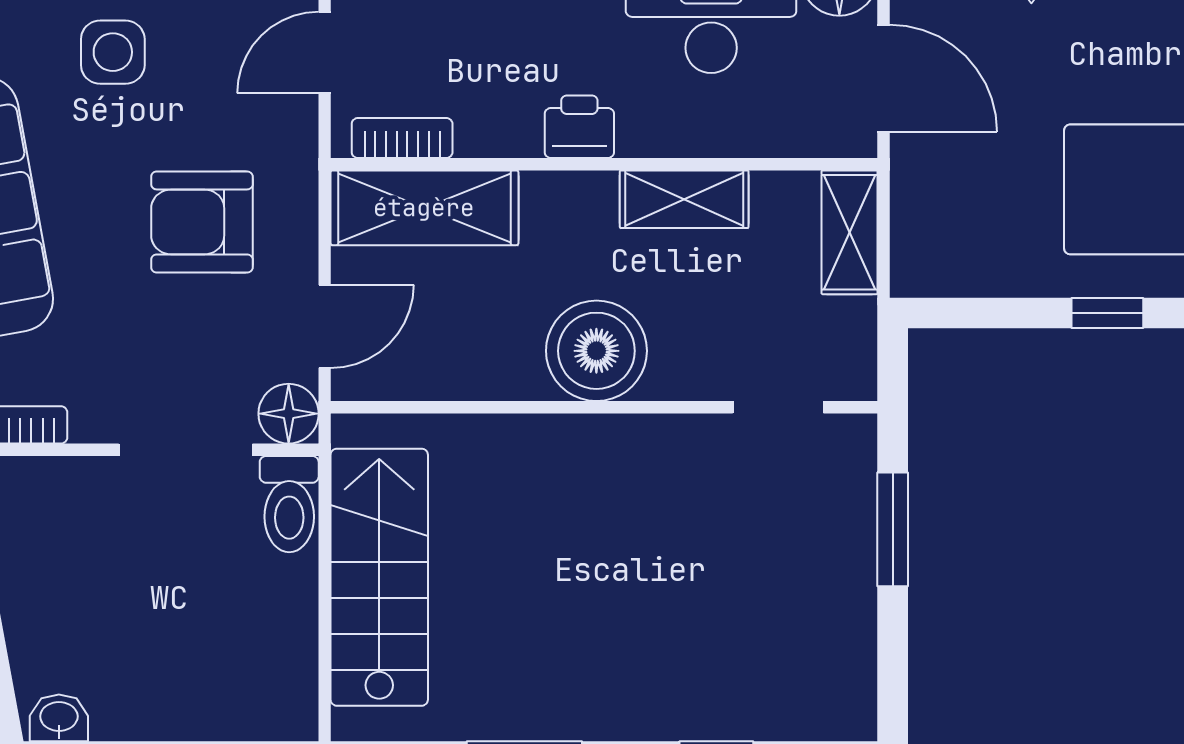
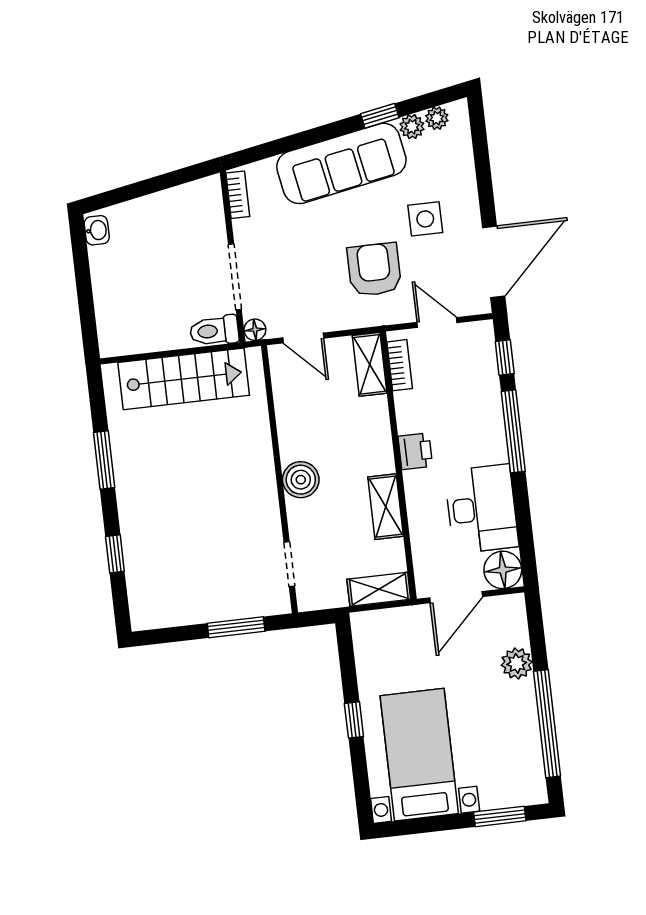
shelving: (424, 208) -> (370, 364), width x0.67, depth x0.75
armchair: (202, 222) -> (374, 270), moved
boiler: (596, 351) -> (301, 480), width x0.73, depth x0.73
floor lamp: (289, 414) -> (255, 330), width x0.73, depth x0.73

